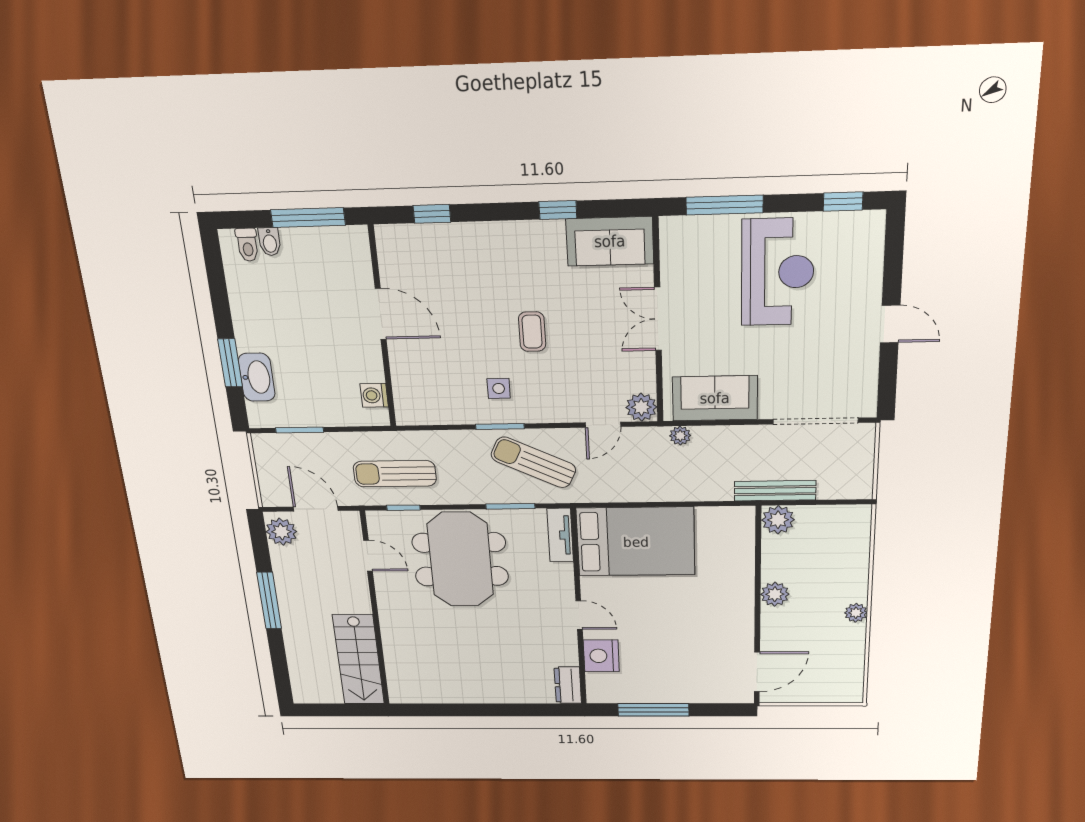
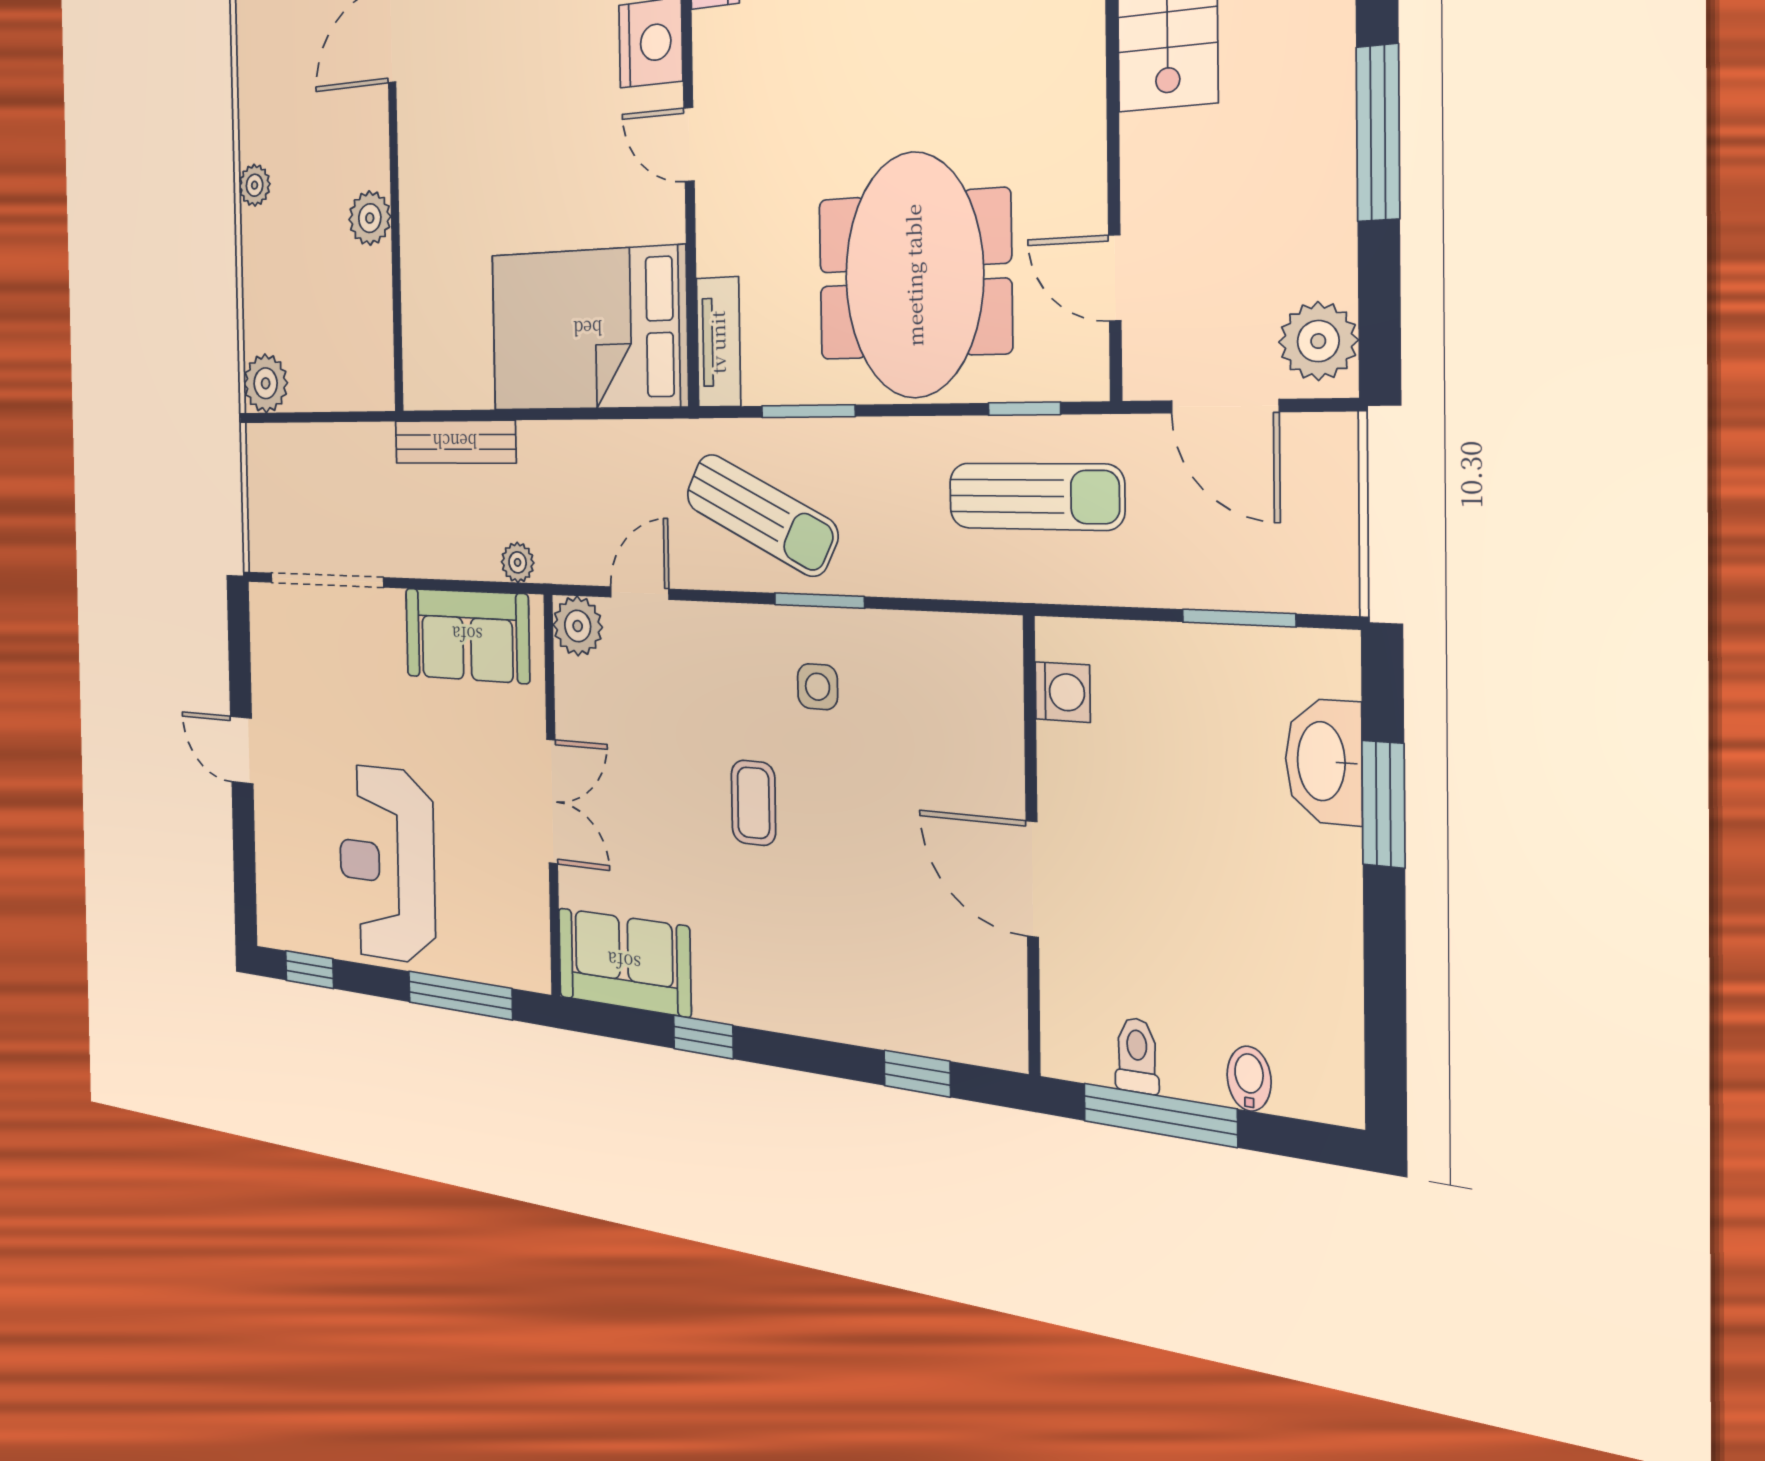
toilet: (247, 245) -> (1137, 1055), moved
bench: (775, 491) -> (455, 442), moved
plant: (778, 520) -> (266, 383), moved

